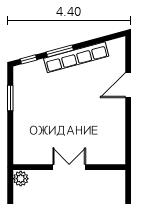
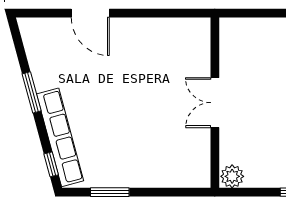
window: (60, 51) -> (32, 92), moved
row of seats: (76, 57) -> (60, 137), moved

